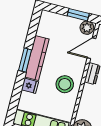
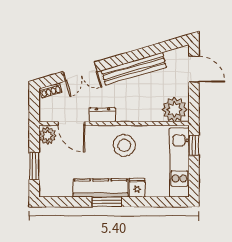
window: (78, 15) -> (34, 166), moved

